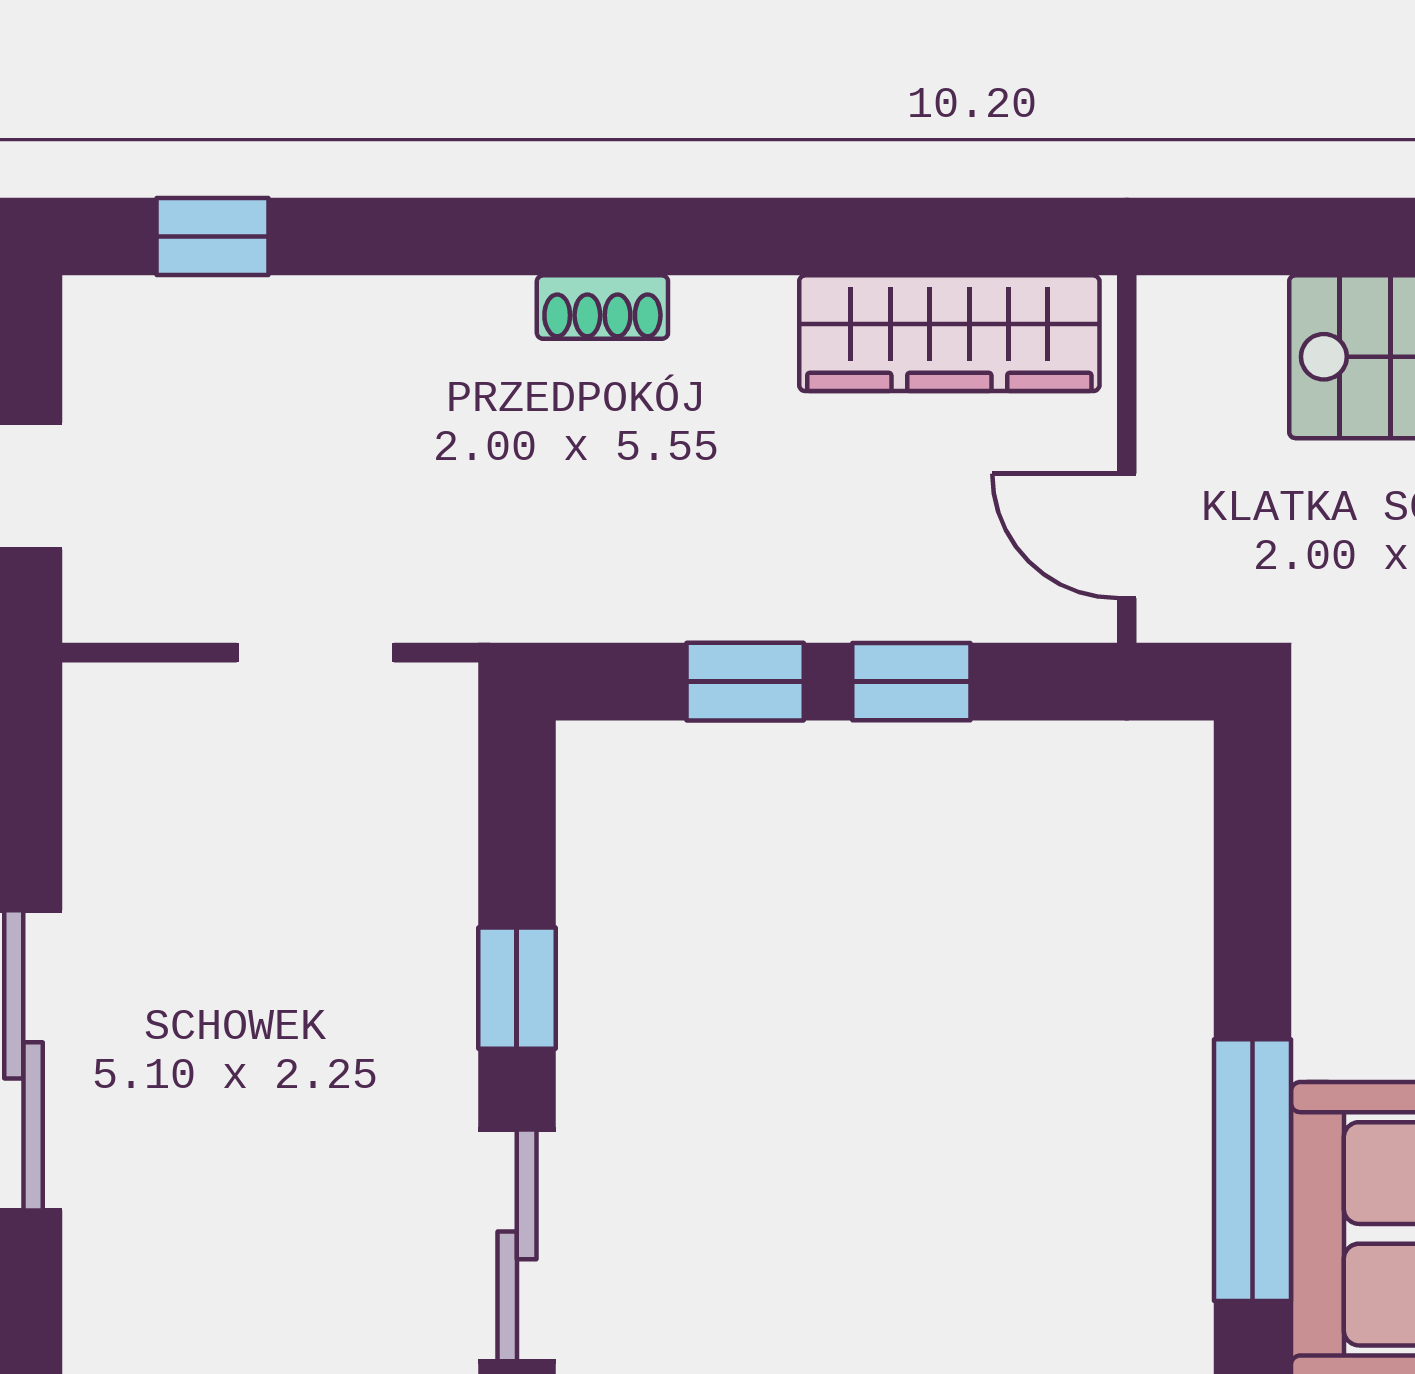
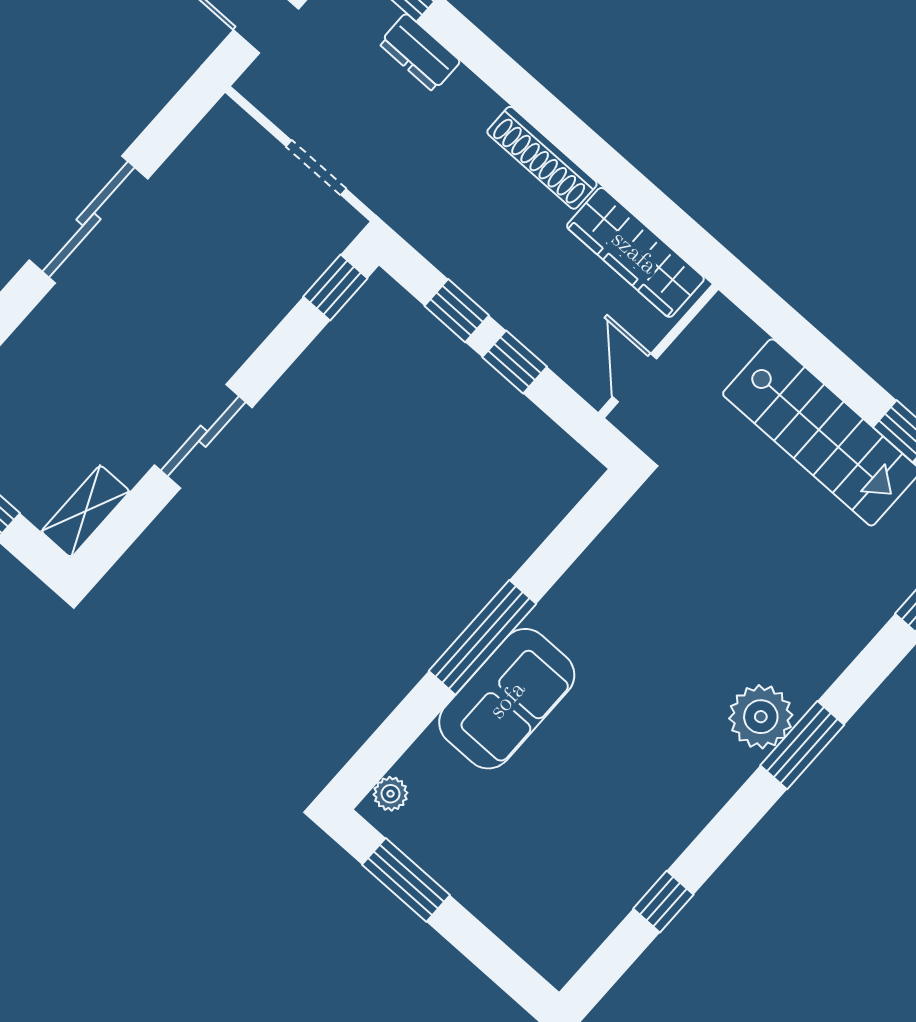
shoe rack: (602, 307) -> (542, 158), width x1.94, depth x1.24
dresser: (317, 320) -> (420, 53), added
window: (517, 988) -> (335, 287), moved

